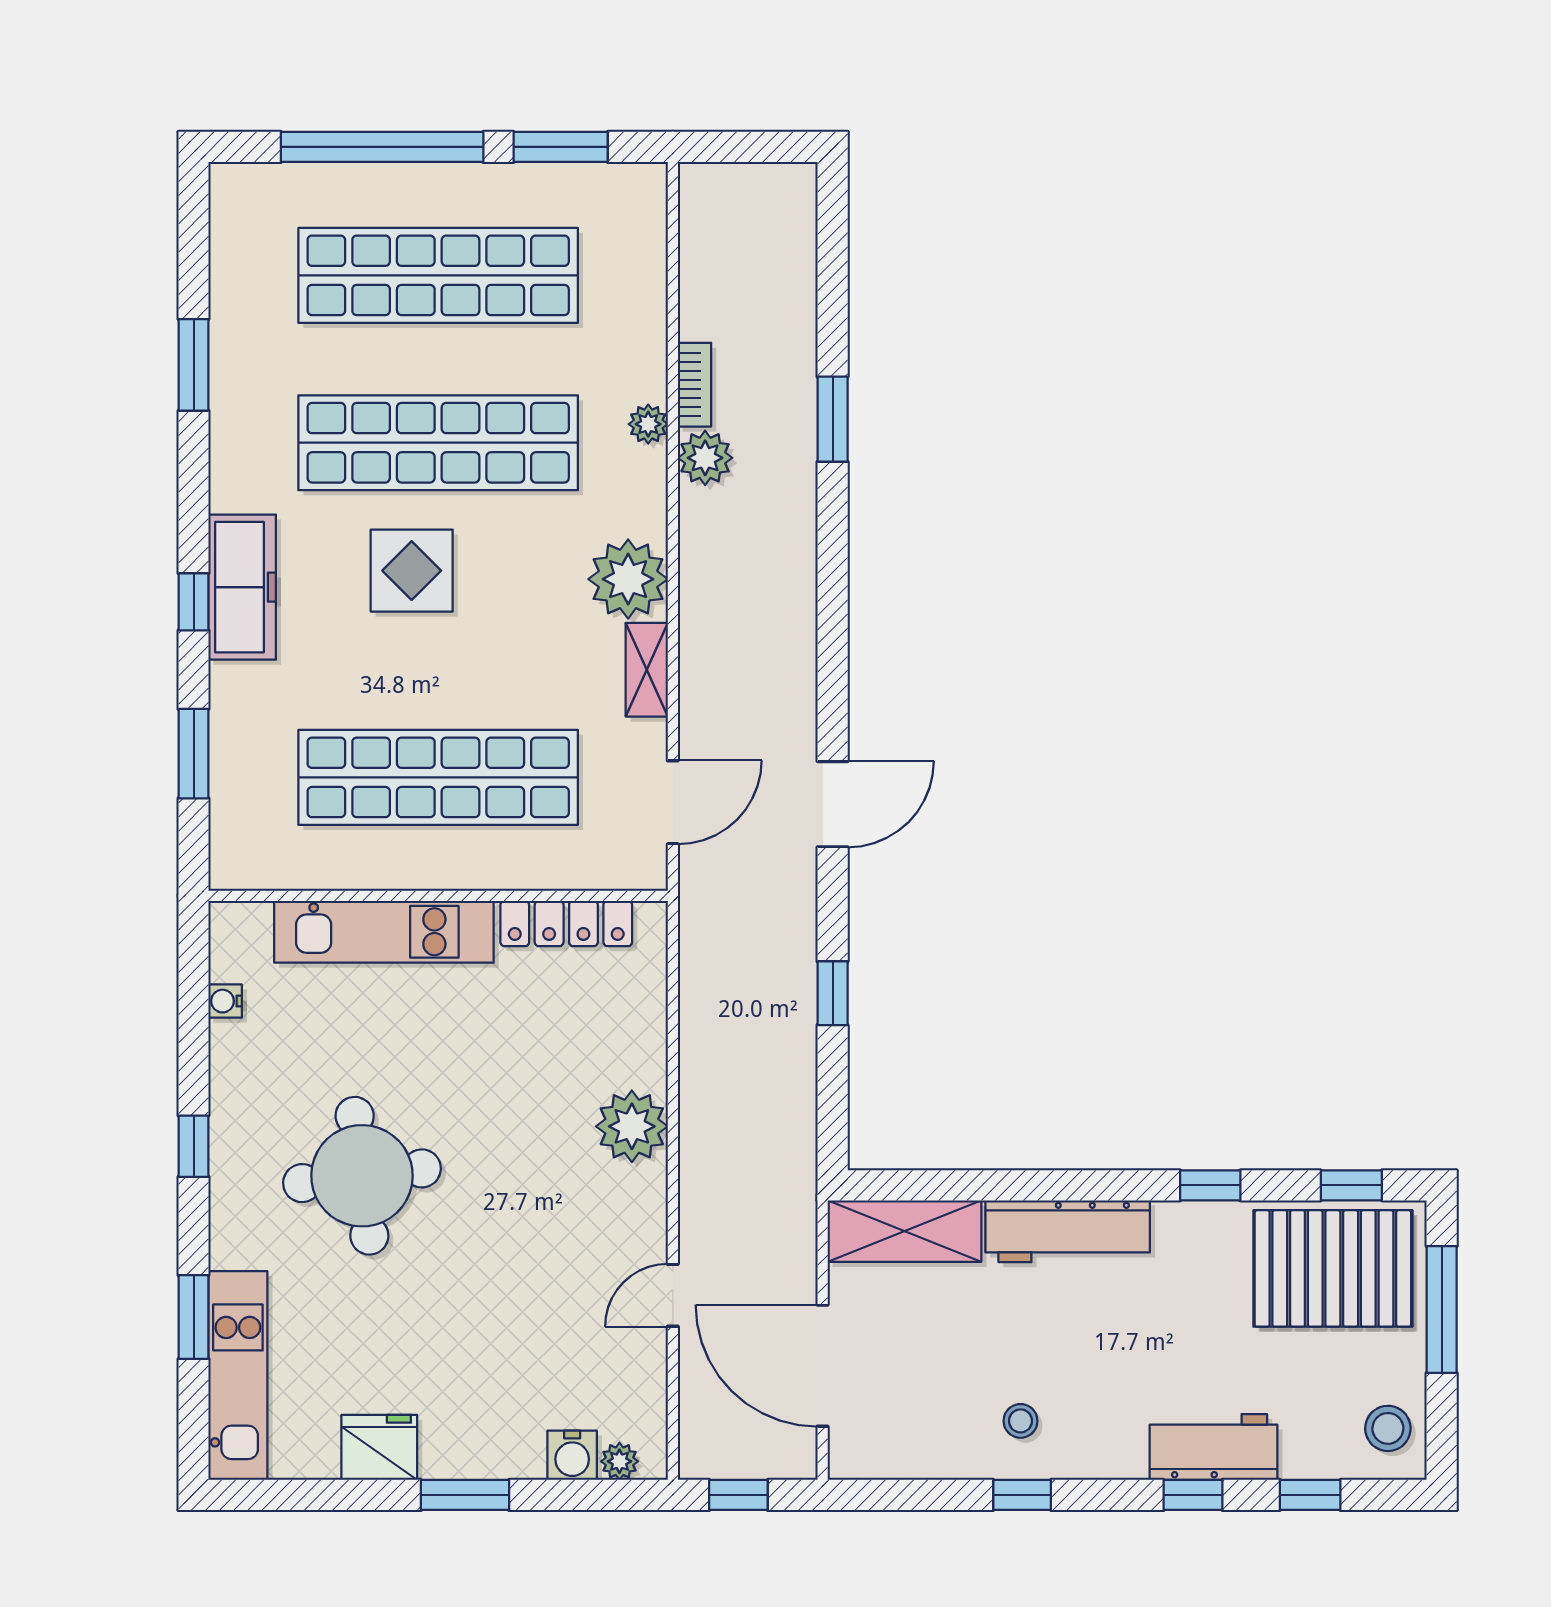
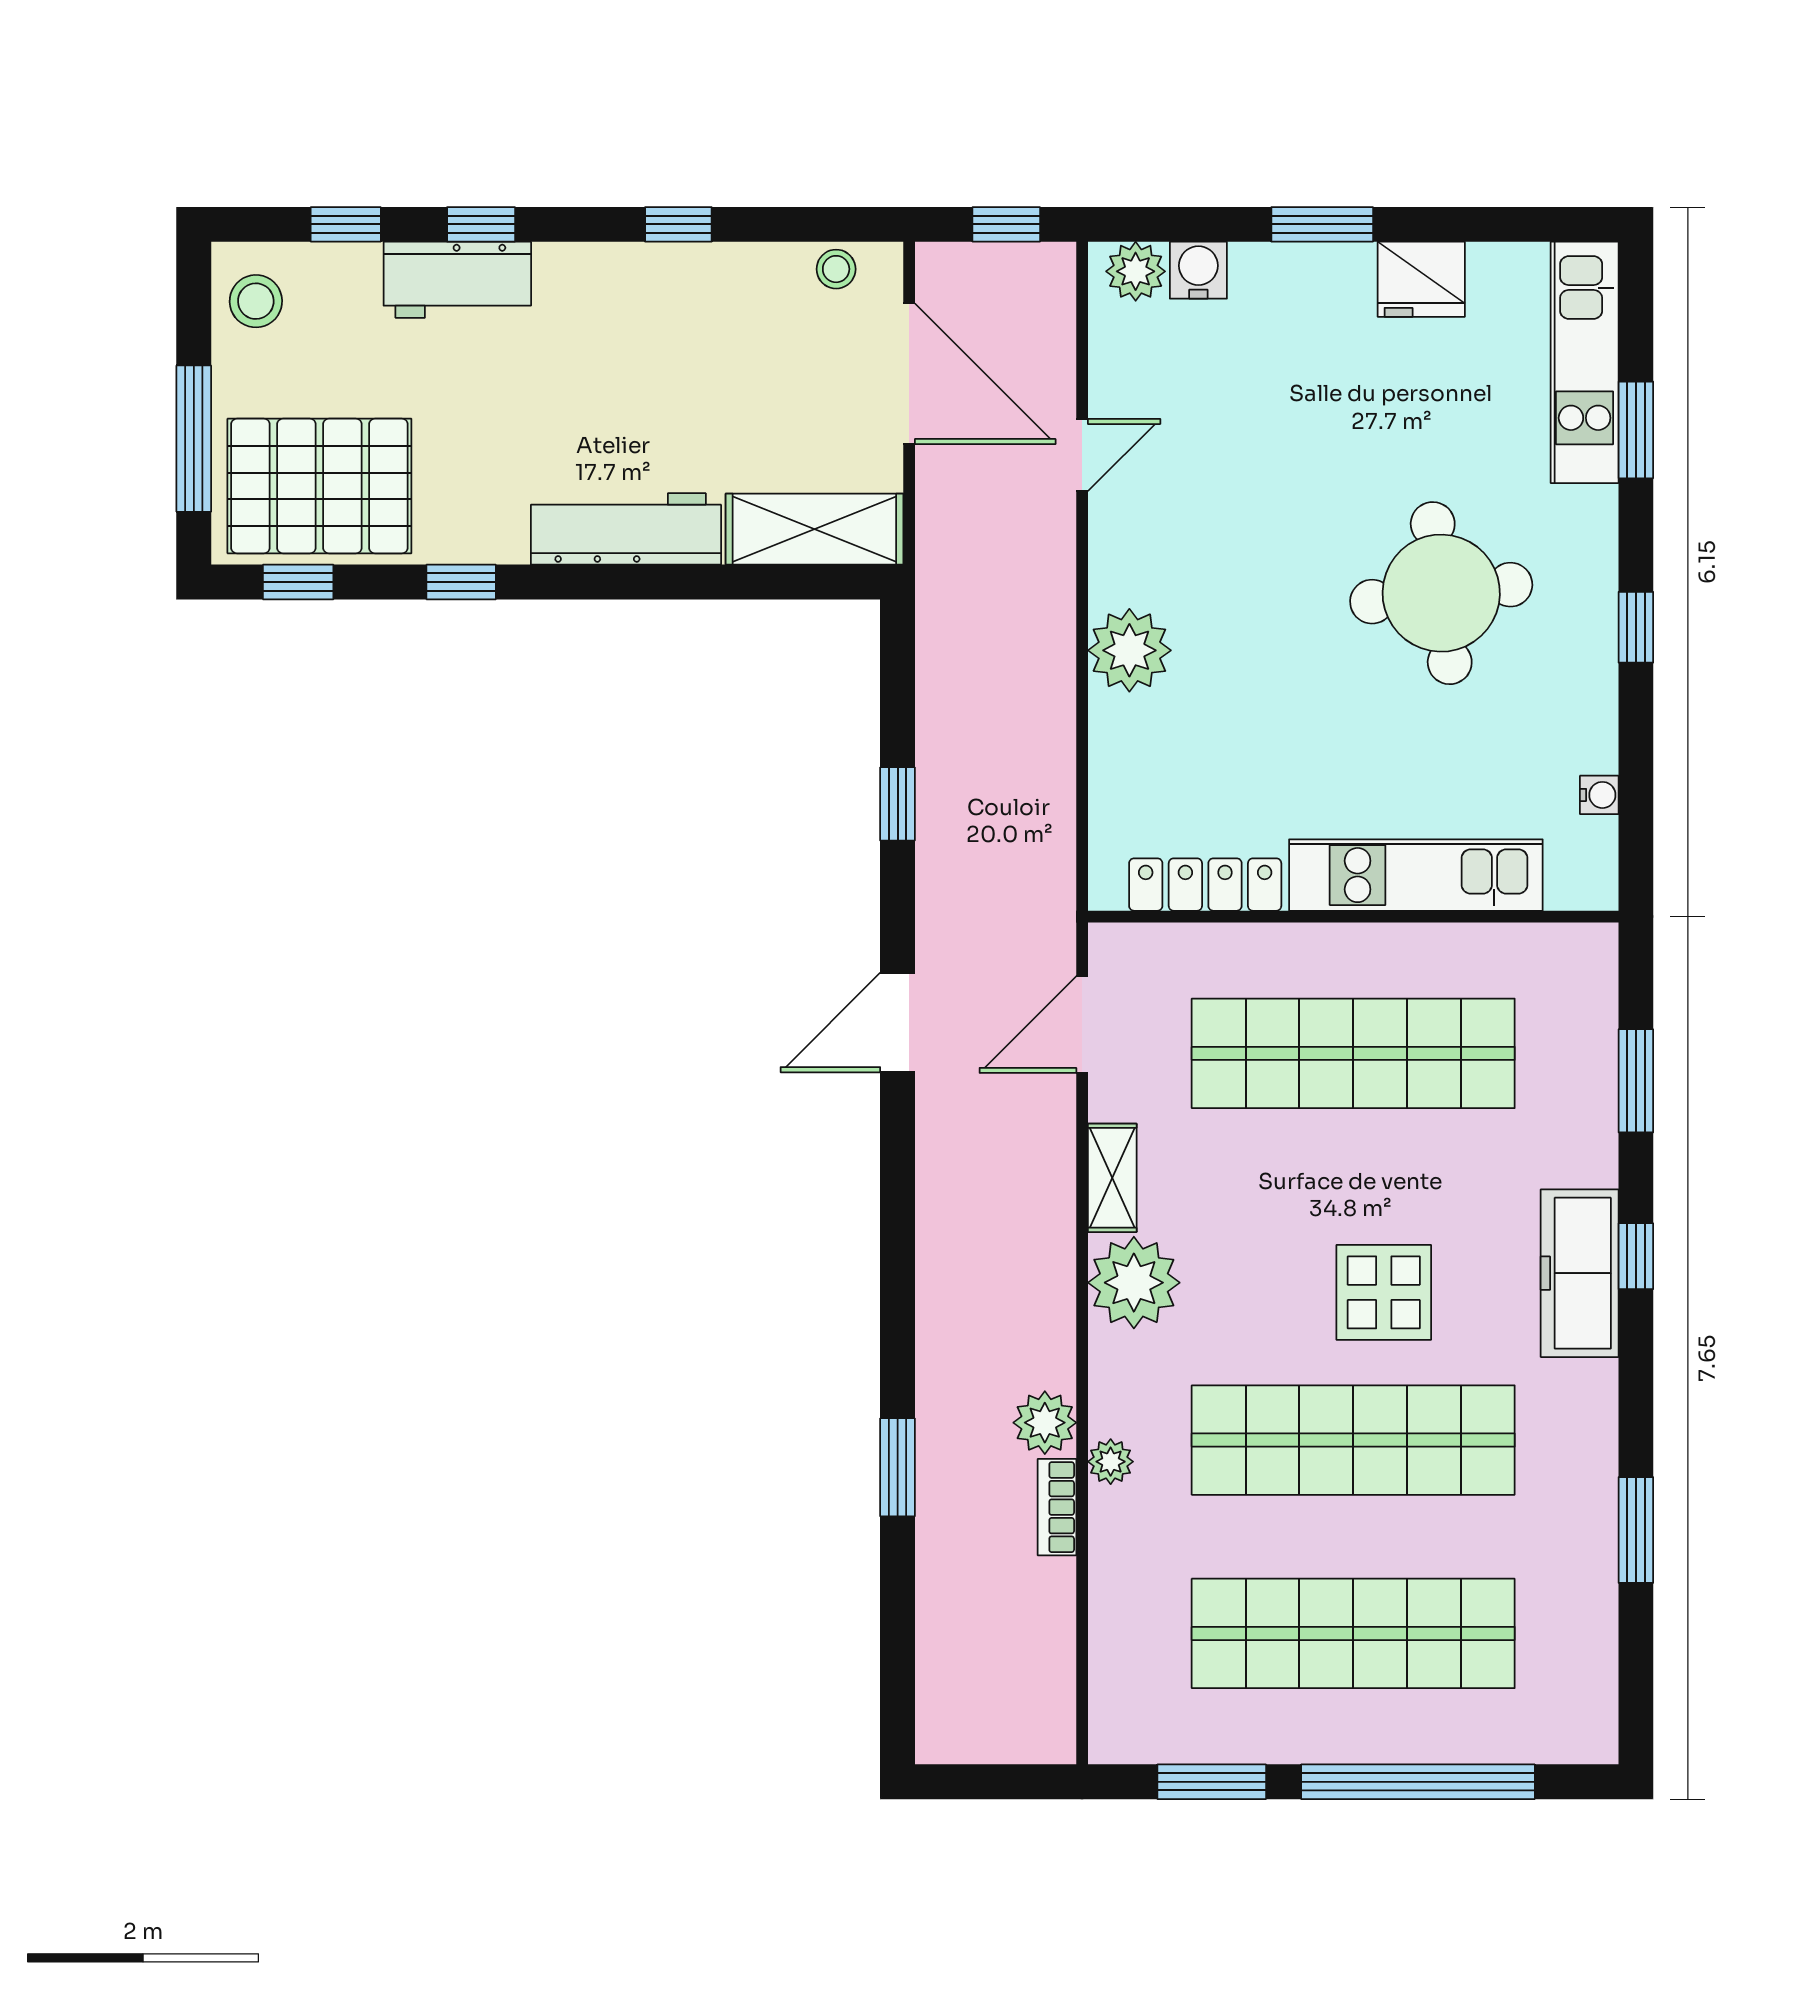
stool: (1020, 1421) -> (836, 269), moved
plant: (619, 1461) -> (1136, 271), width x1.38, depth x1.38

